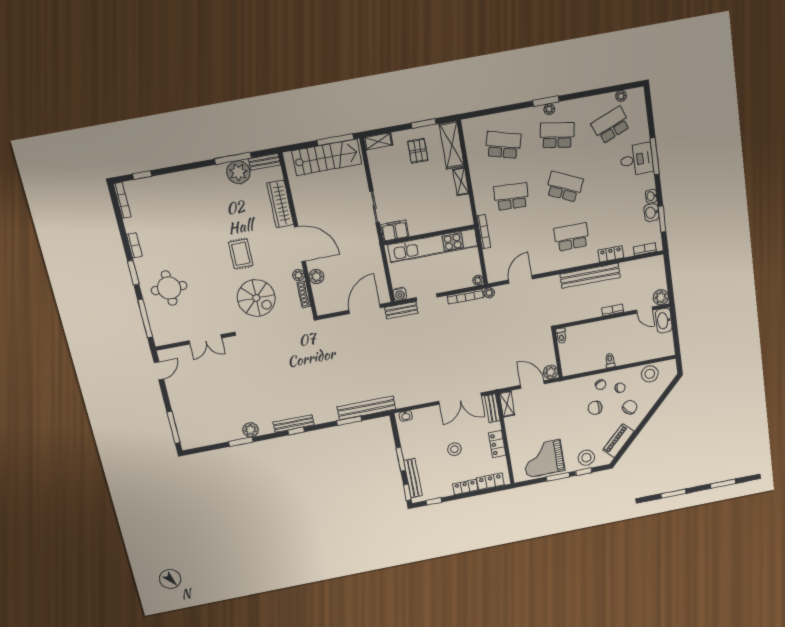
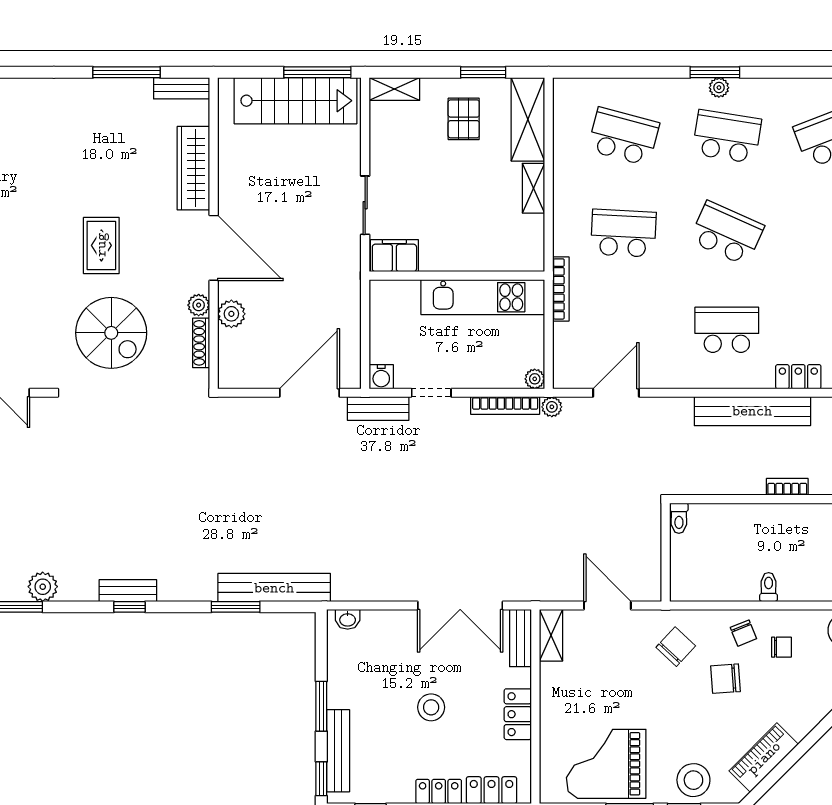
plant: (238, 172) -> (131, 98), removed
kitchen unit: (433, 246) -> (483, 297), width x0.73
plant: (551, 372) -> (647, 587), removed
chair: (630, 407) -> (676, 647), moved
bench: (294, 424) -> (128, 591), width x0.73

